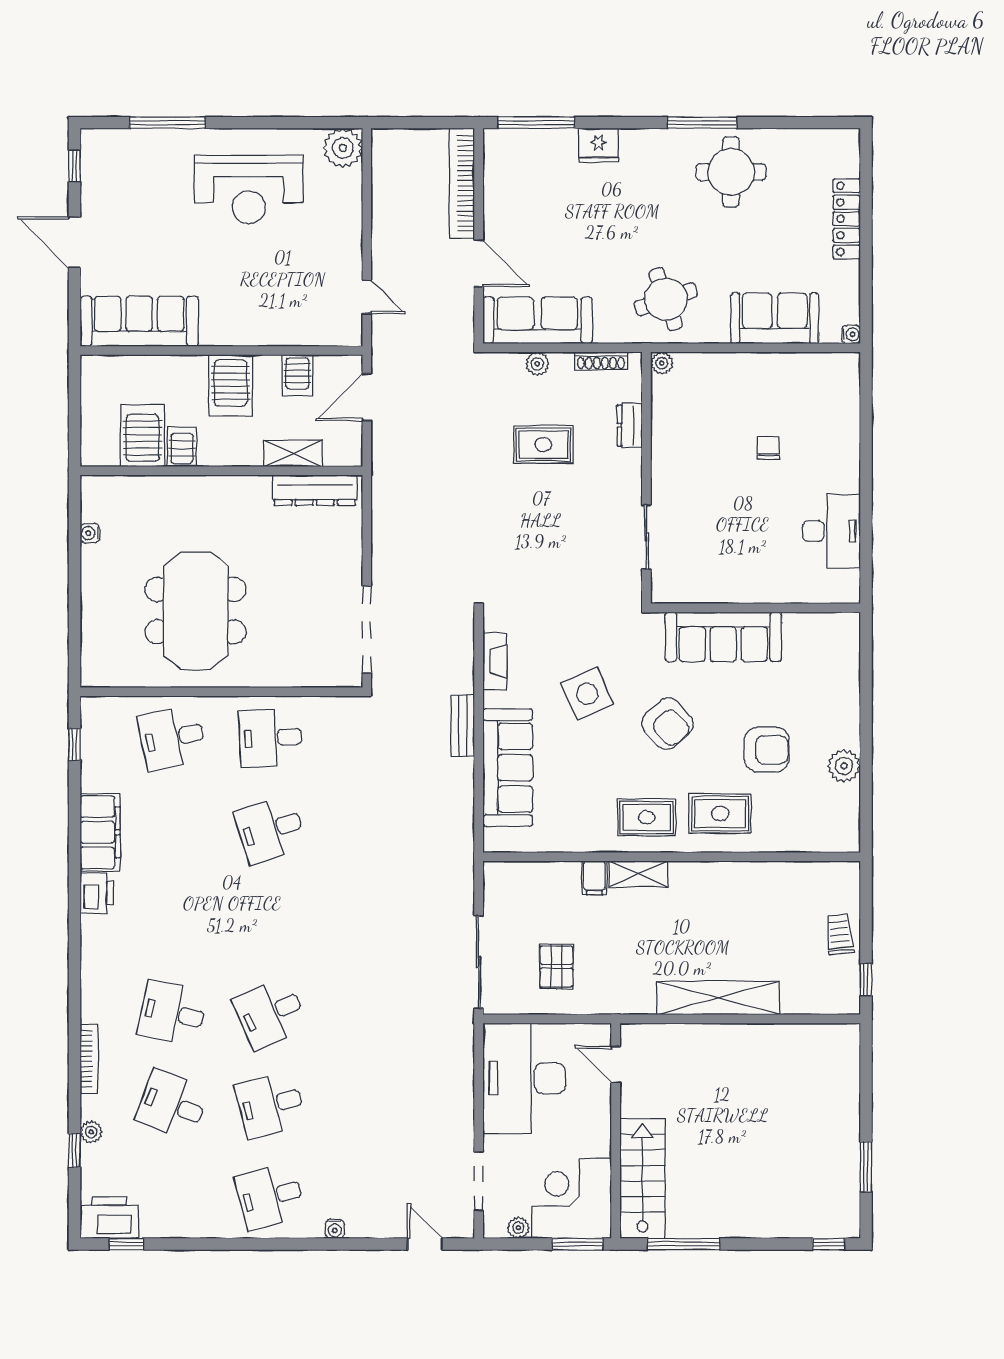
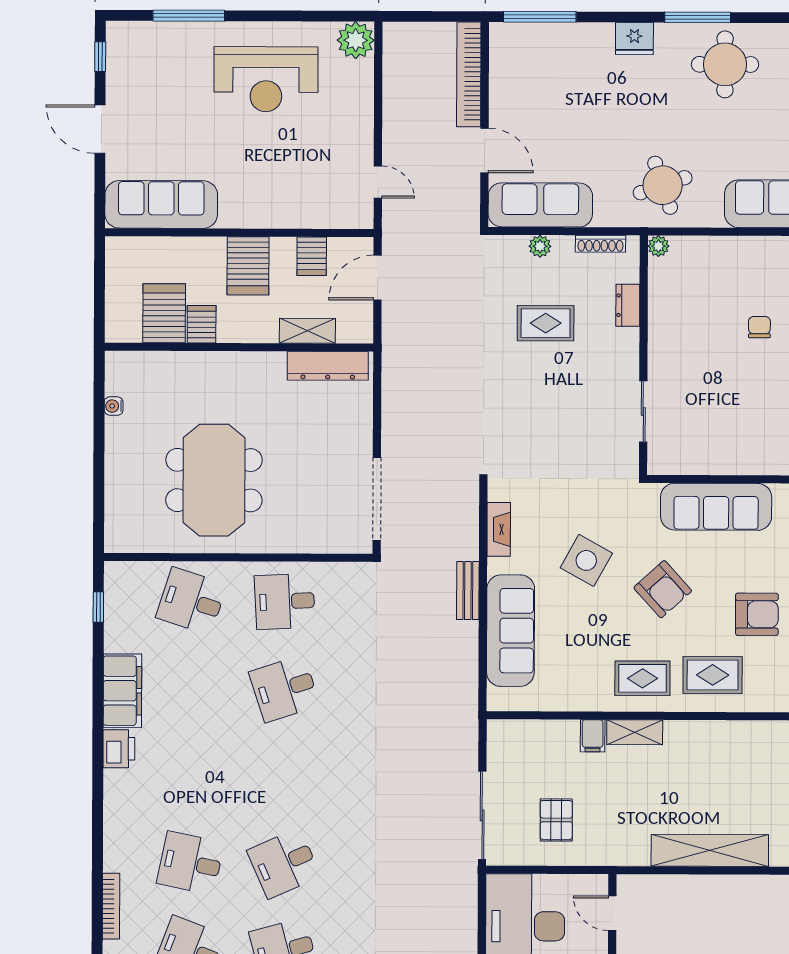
fridge: (598, 145) -> (634, 39), moved
side table: (587, 694) -> (586, 560), turned -37
desk: (172, 738) -> (191, 601), turned 30

